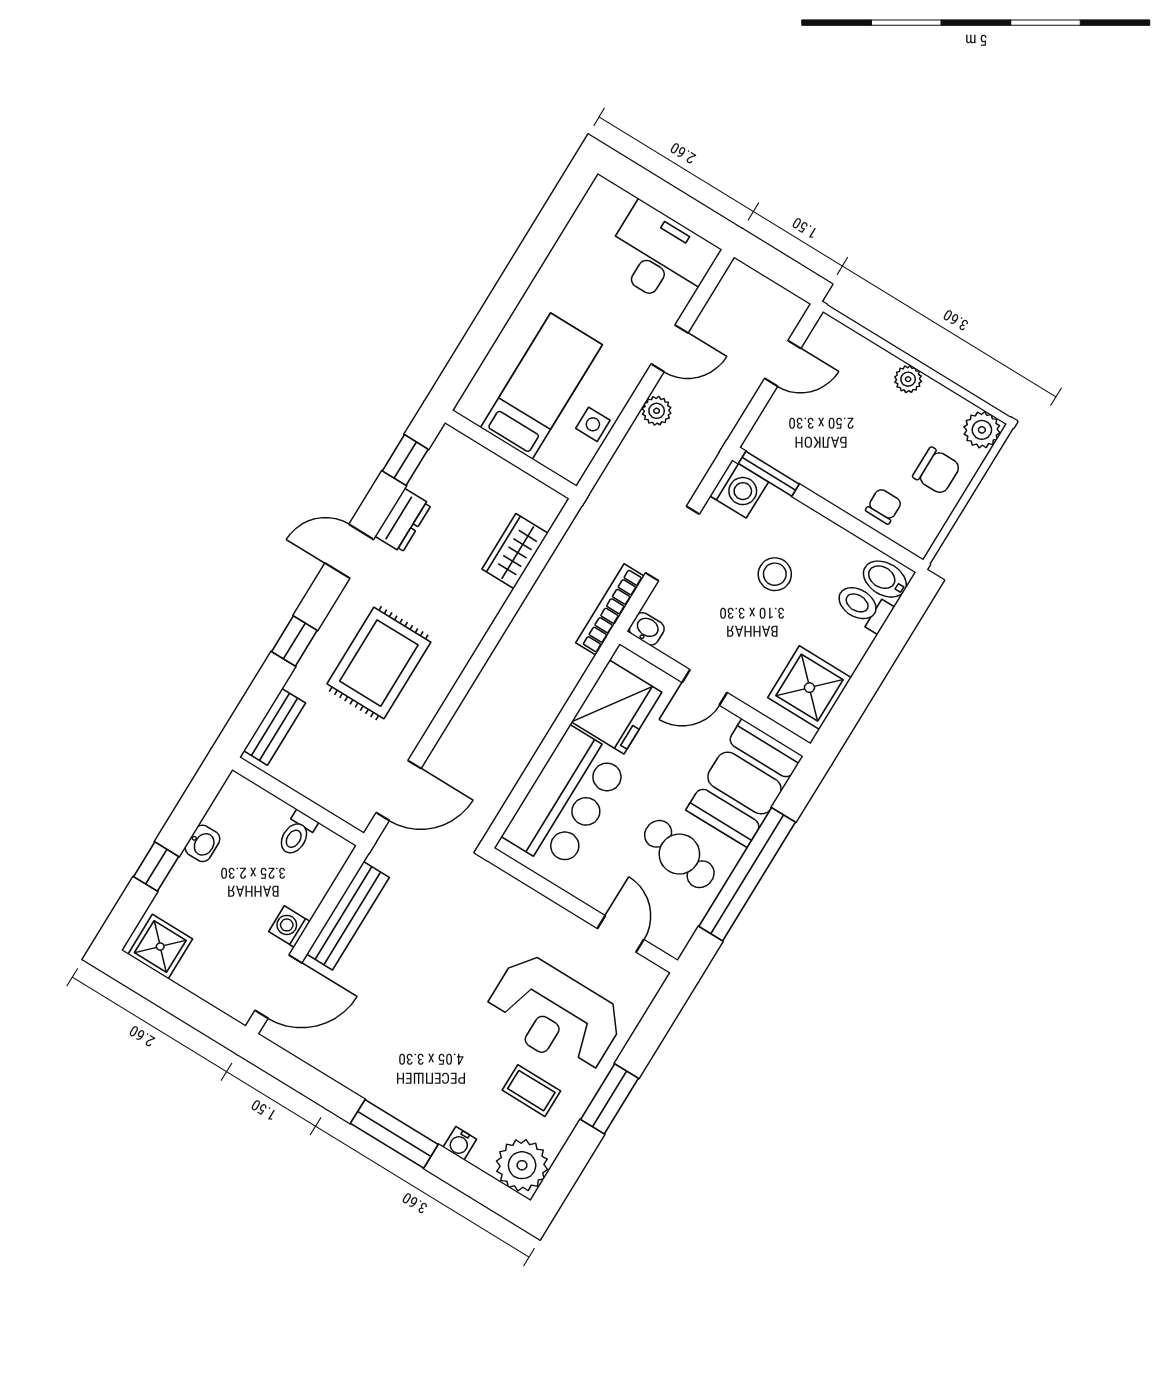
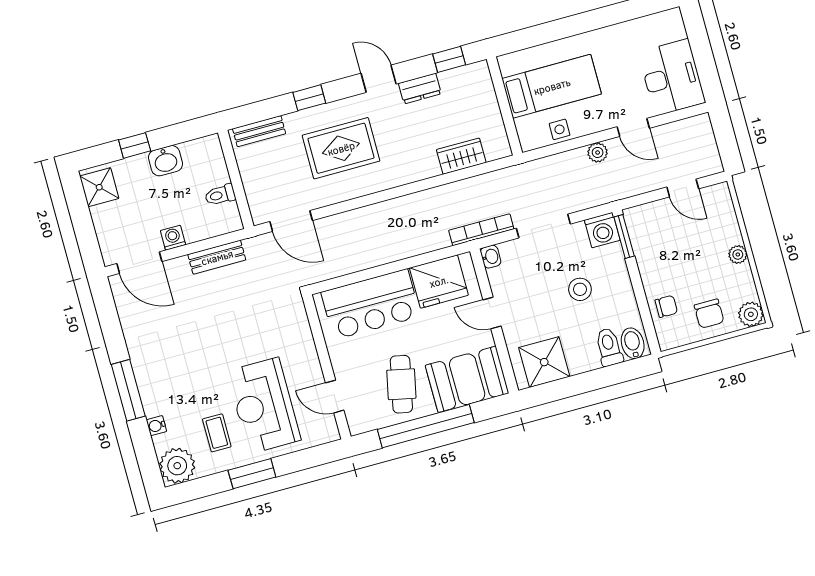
washbasin: (203, 843) -> (165, 161), width x1.38, depth x1.45
bench: (348, 916) -> (217, 257), width x0.73
door: (621, 934) -> (335, 397), swing flipped

